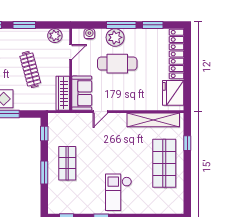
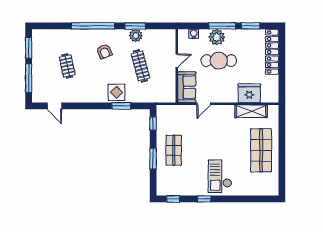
plant: (55, 36) -> (136, 35), moved
door: (71, 52) -> (177, 61), moved
wardrobe: (63, 93) -> (170, 87), removed
fridge: (173, 93) -> (249, 93), moved, turned 90
shelving: (153, 120) -> (251, 111), width x0.68
window: (187, 143) -> (282, 132), removed

